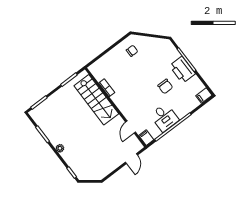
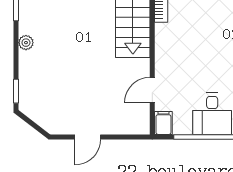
door: (131, 159) -> (88, 137), moved

